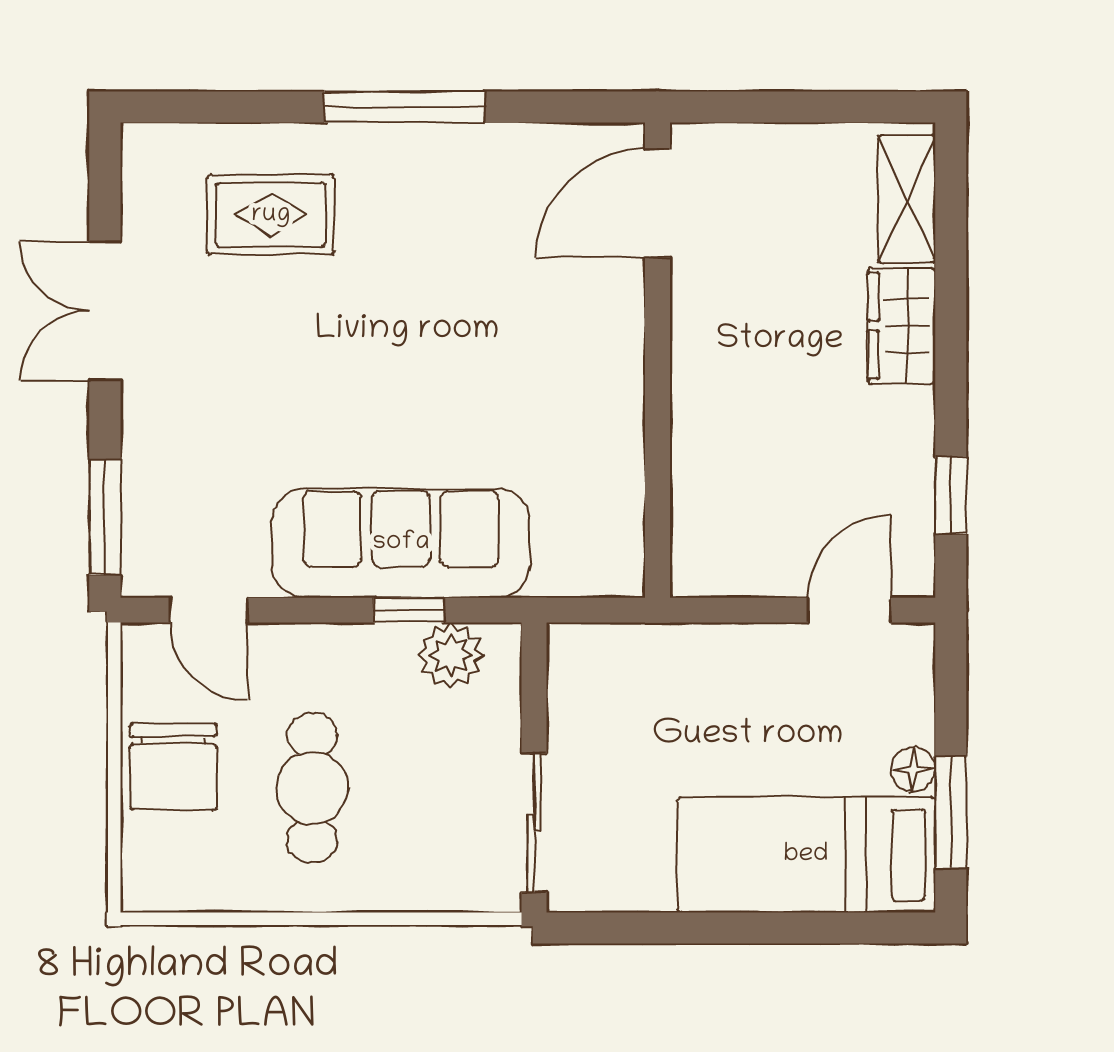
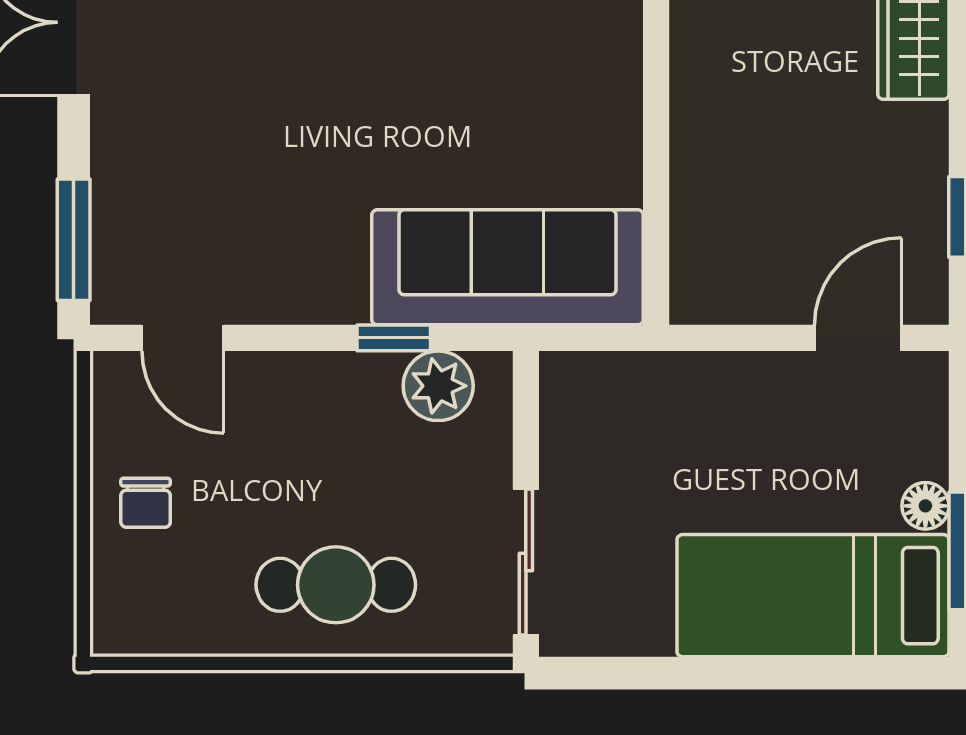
sofa: (401, 543) -> (507, 267), moved
chair: (173, 767) -> (146, 503), width x0.54, depth x0.54
cafe table: (312, 788) -> (336, 585), moved, turned 90

